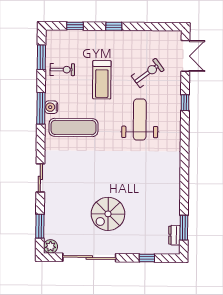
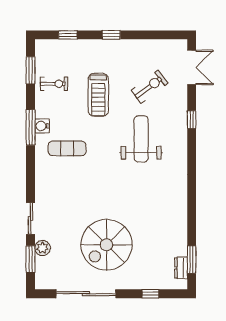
exercise mat: (73, 128) -> (67, 148), width x0.73, depth x0.69
sliding door: (40, 178) -> (31, 218), moved
spiral stairs: (108, 214) -> (106, 245), width x1.37, depth x1.37
plant: (51, 246) -> (43, 248), moved

